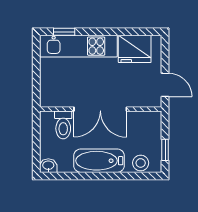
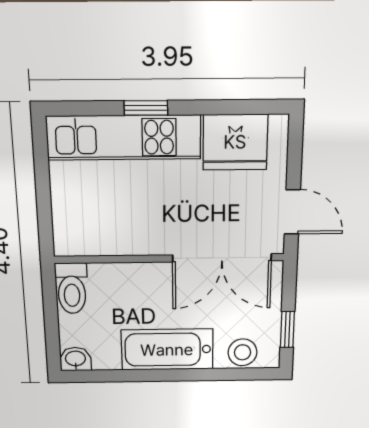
window: (64, 32) -> (146, 108), moved
double door: (100, 109) -> (222, 258), moved
toilet: (63, 125) -> (72, 288), moved

